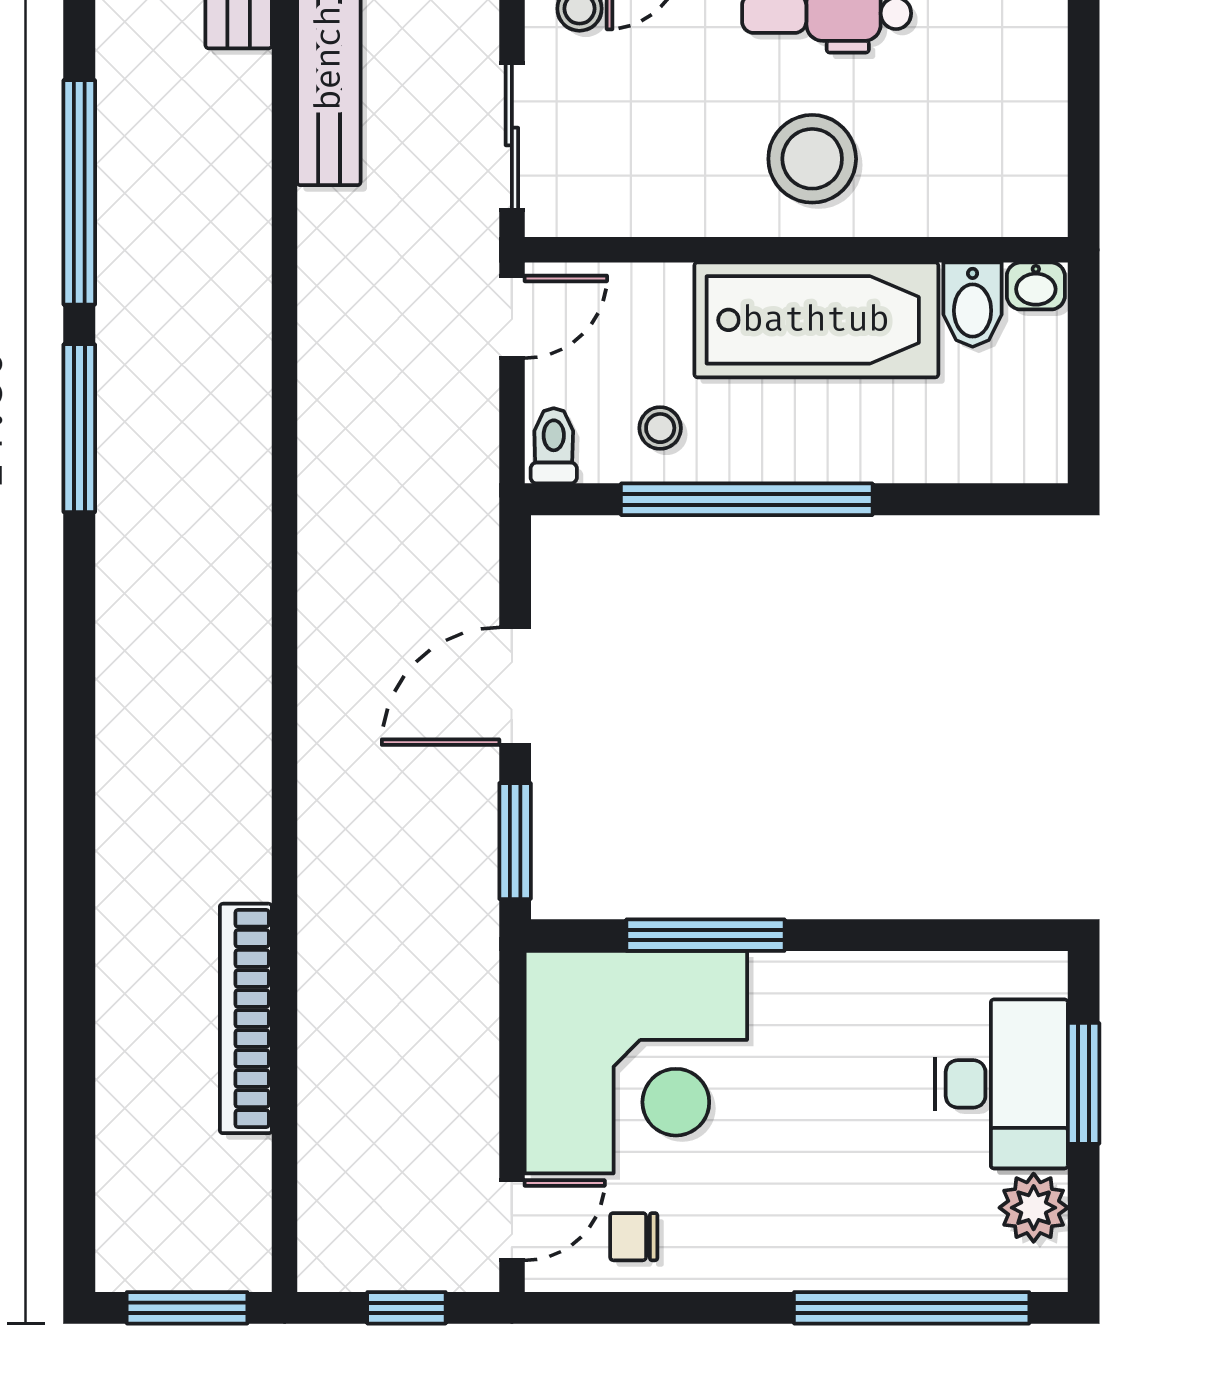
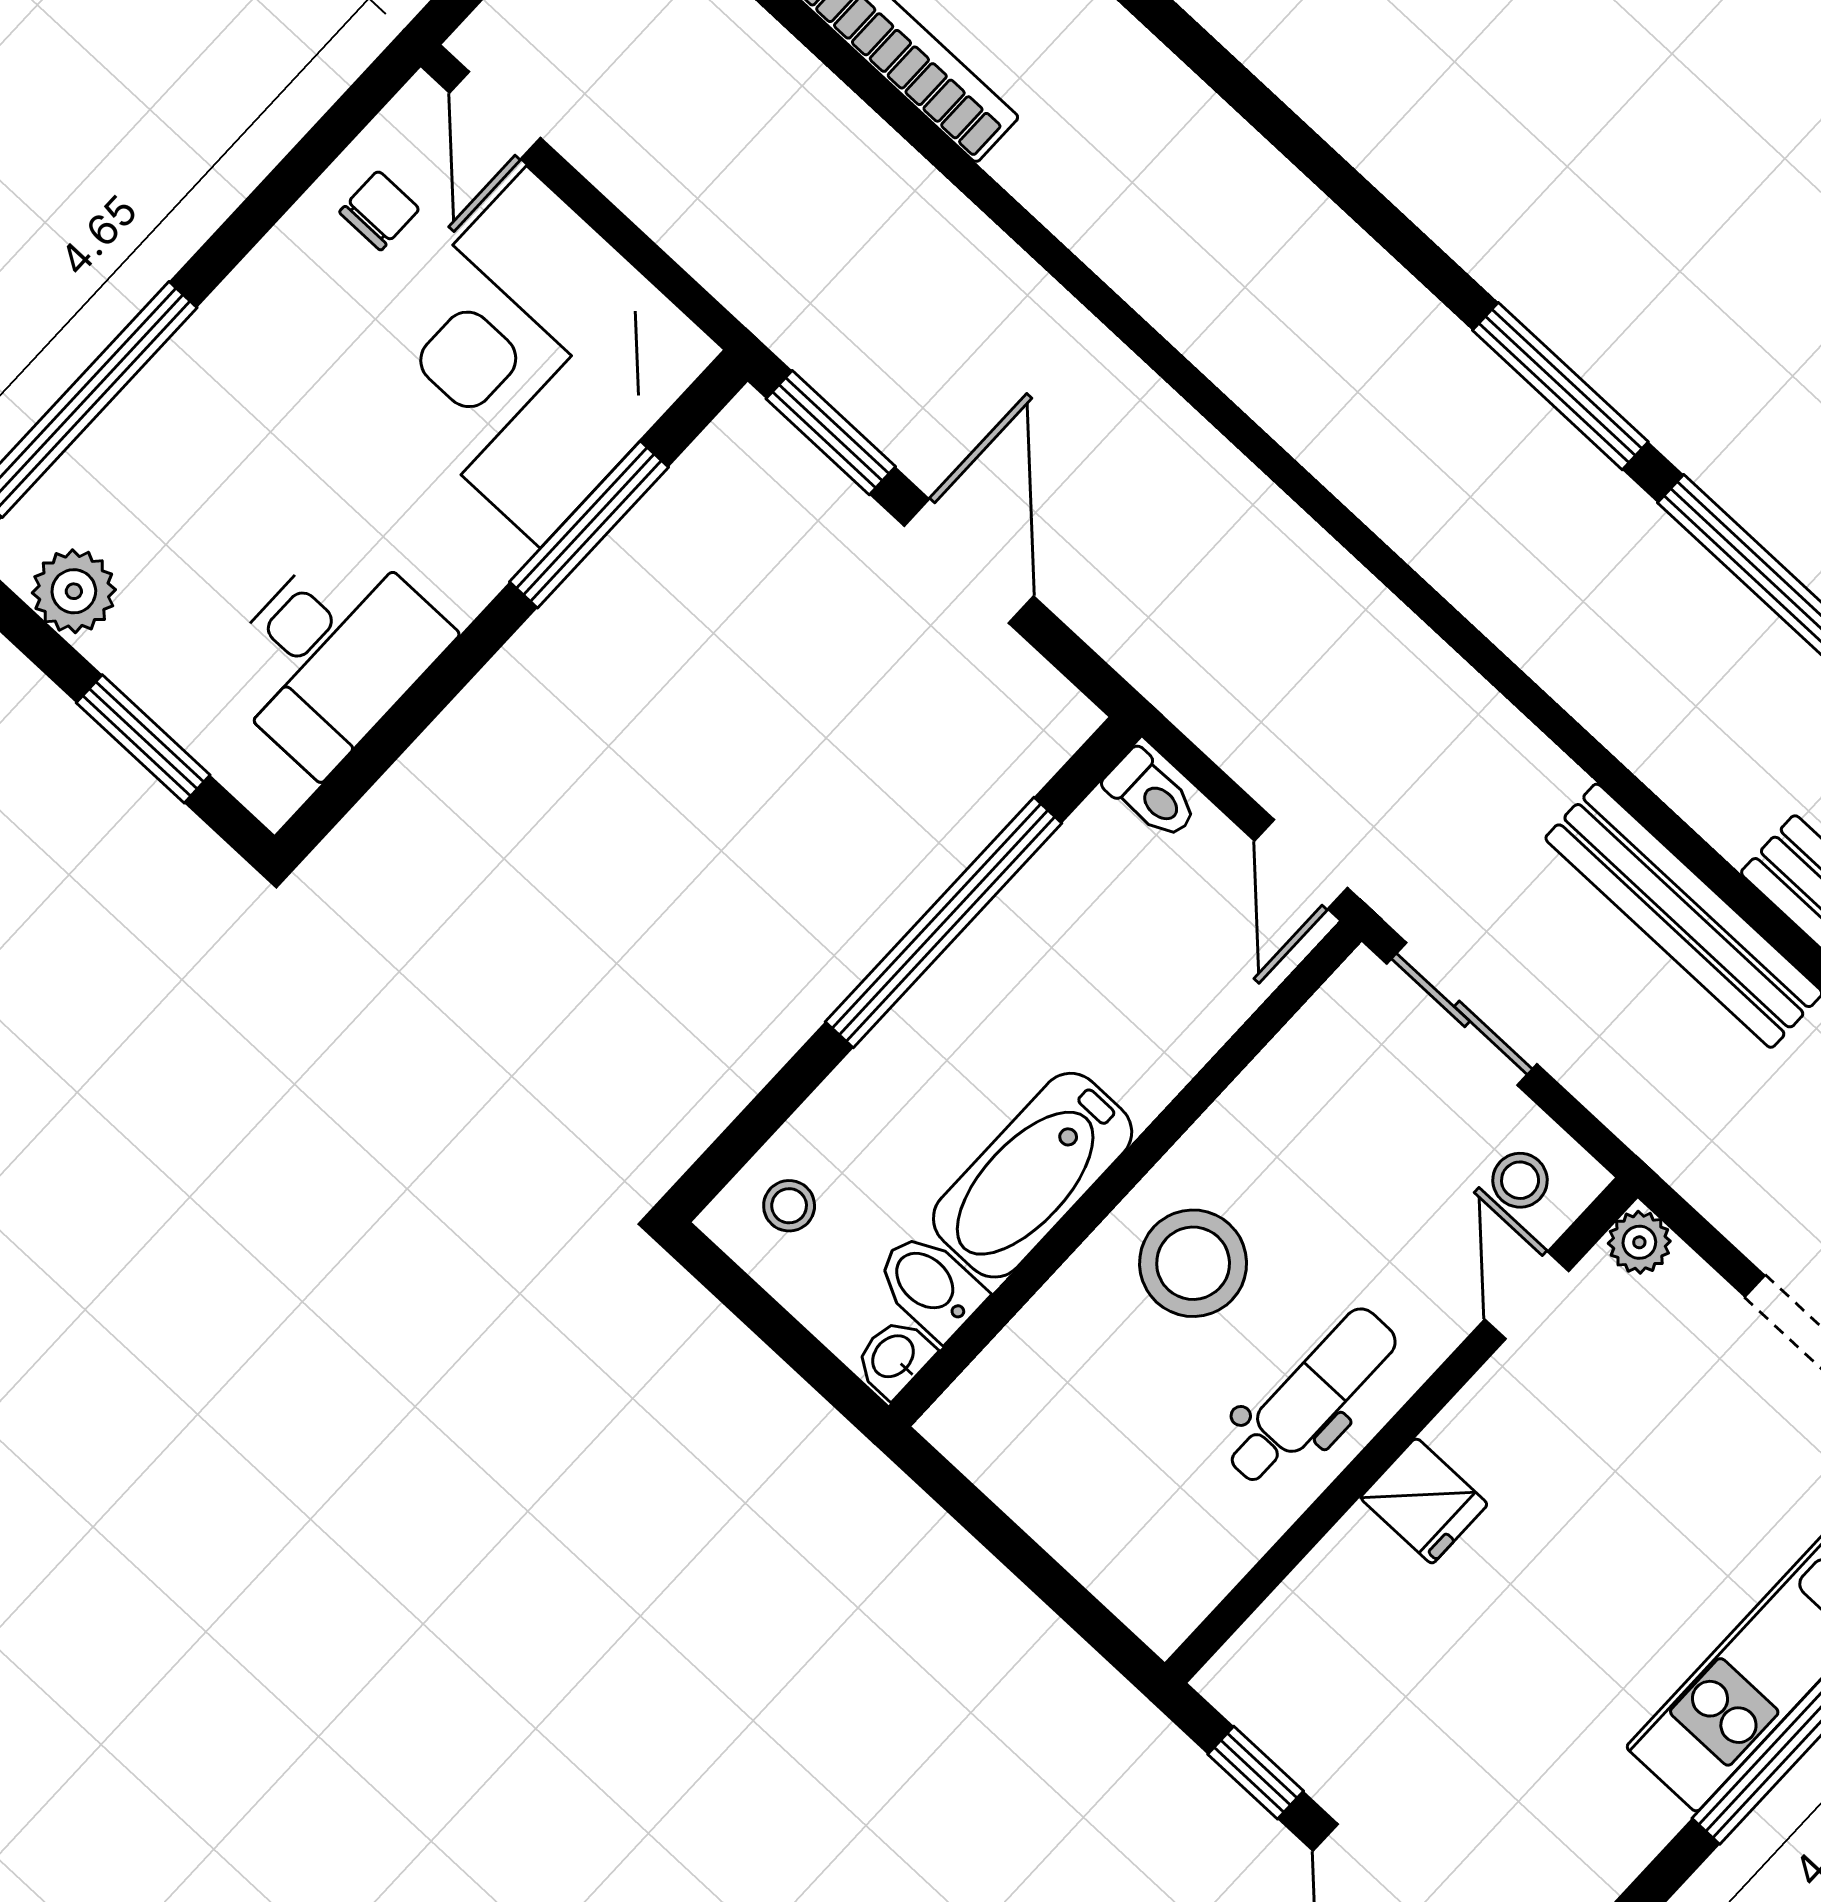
bathtub: (816, 320) -> (1033, 1175), width x0.73, depth x0.73
stool: (660, 428) -> (789, 1206), moved
desk: (1001, 1084) -> (332, 654), moved, turned -90

